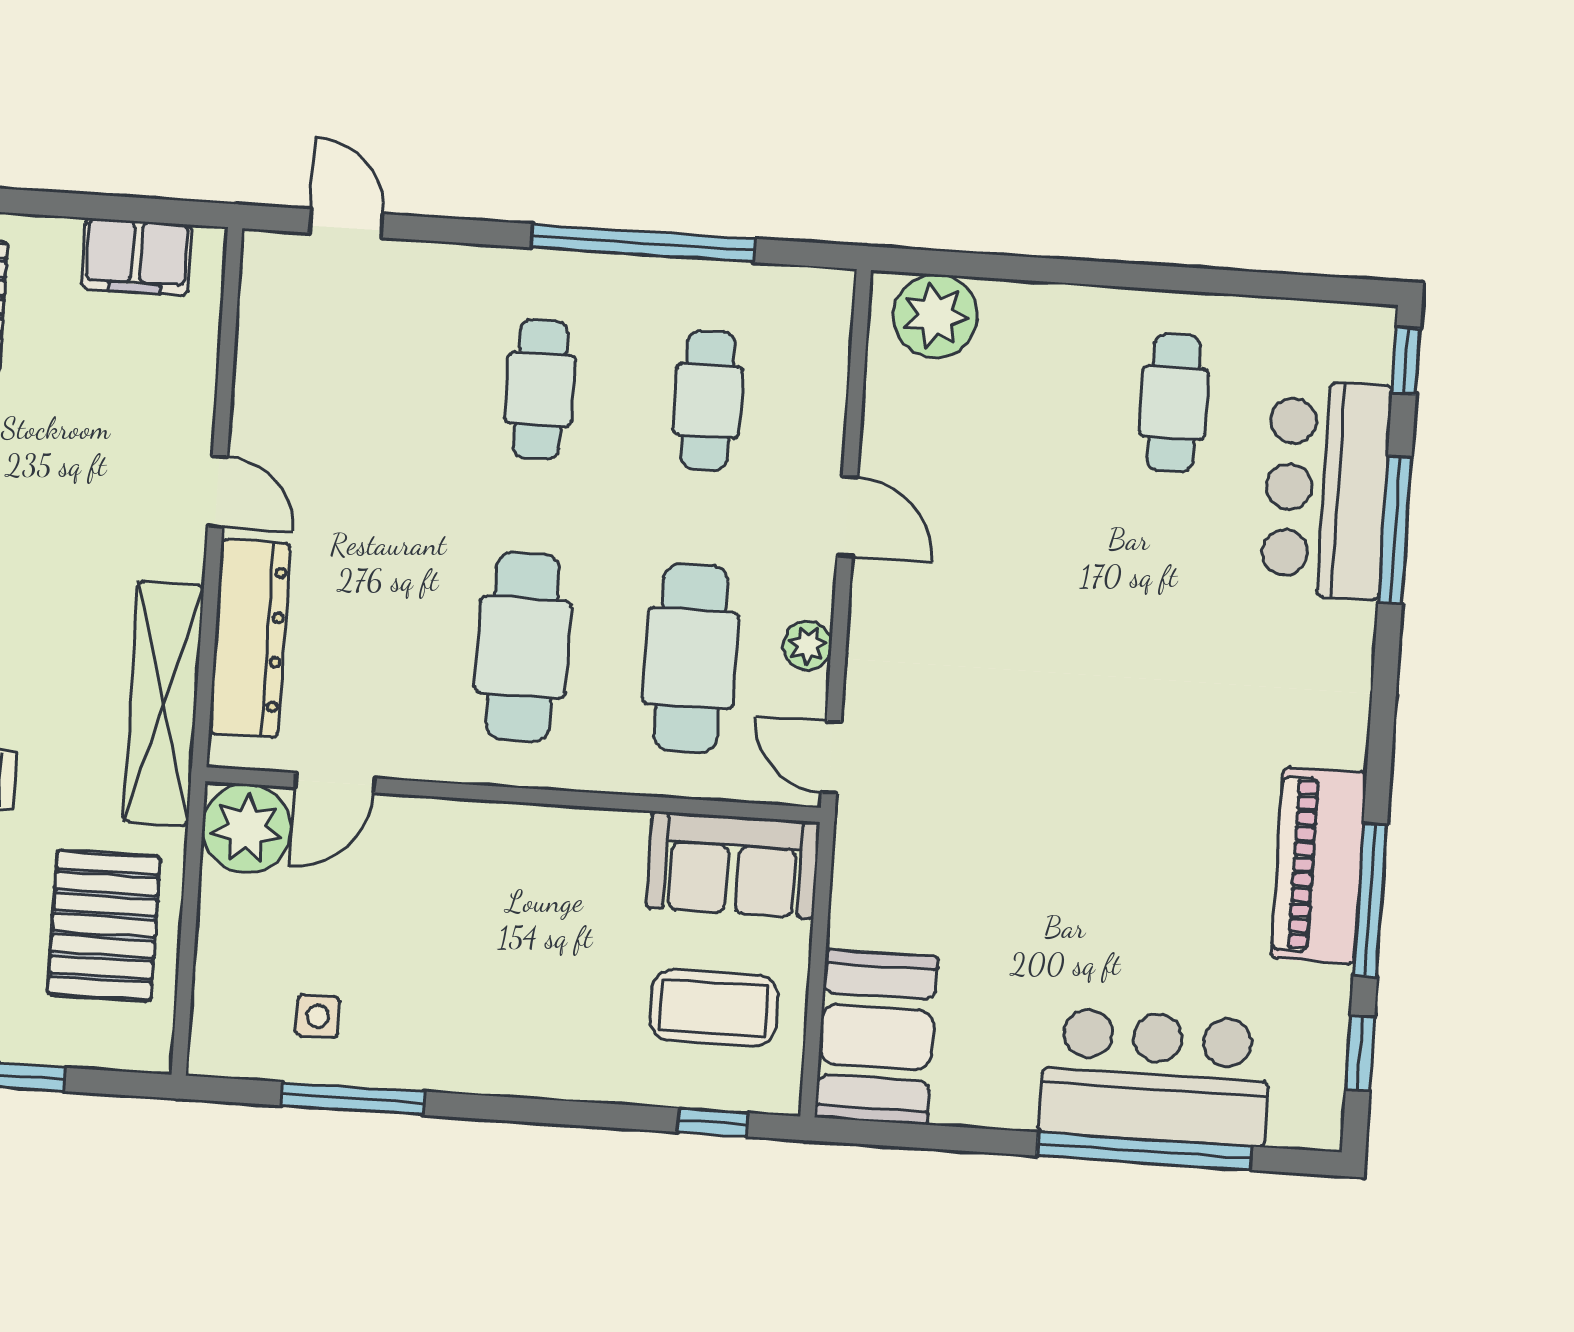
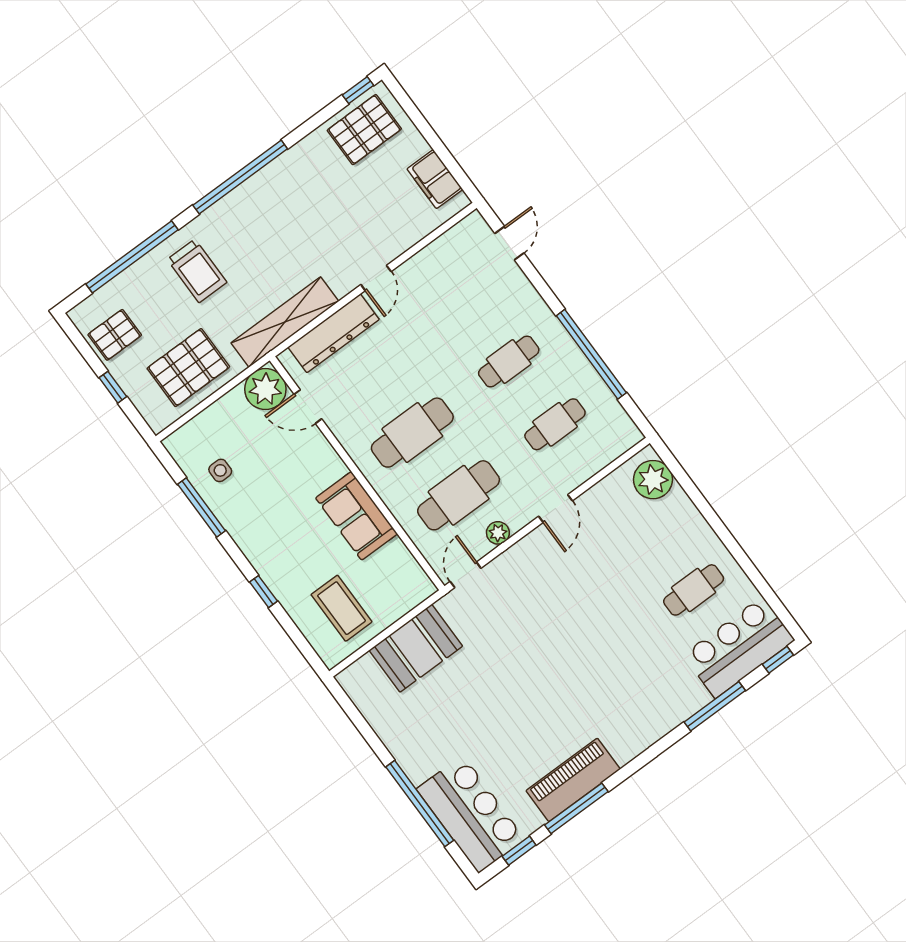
bar counter: (1326, 489) -> (739, 647), moved
sofa: (733, 865) -> (356, 516), moved
booth: (876, 1037) -> (416, 648), moved
bar counter: (1155, 1077) -> (471, 814), moved
window: (713, 1122) -> (263, 592), moved

